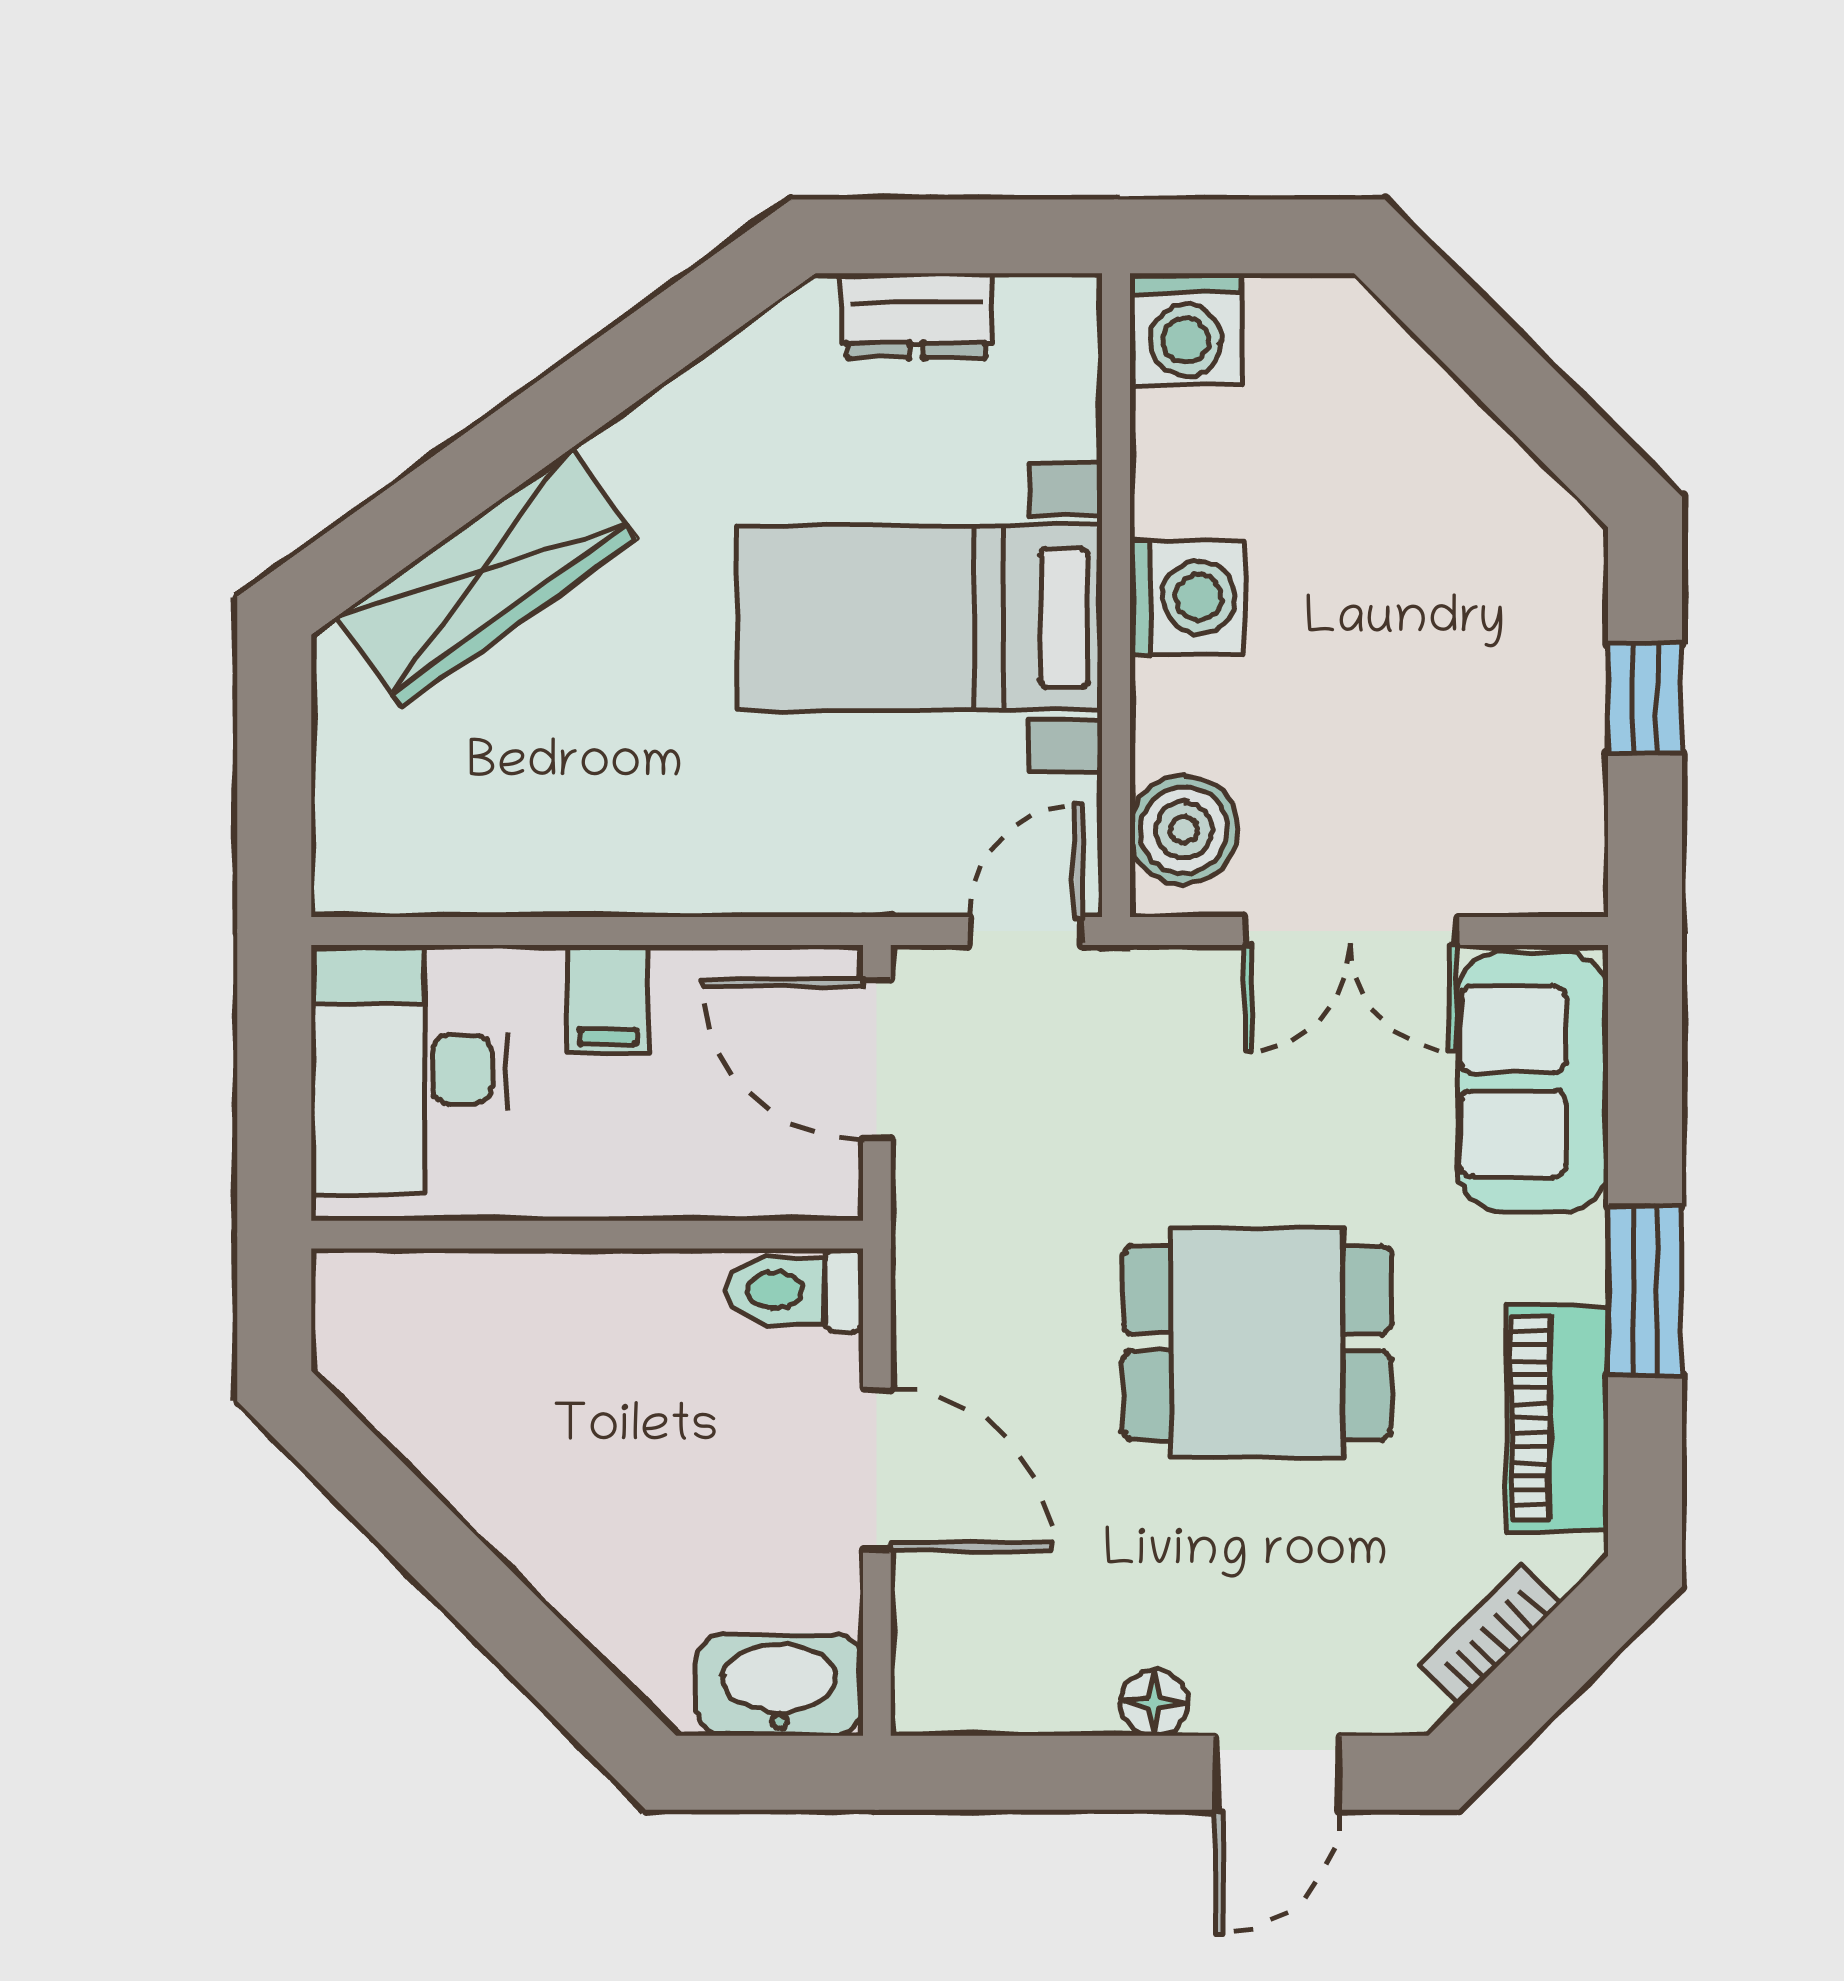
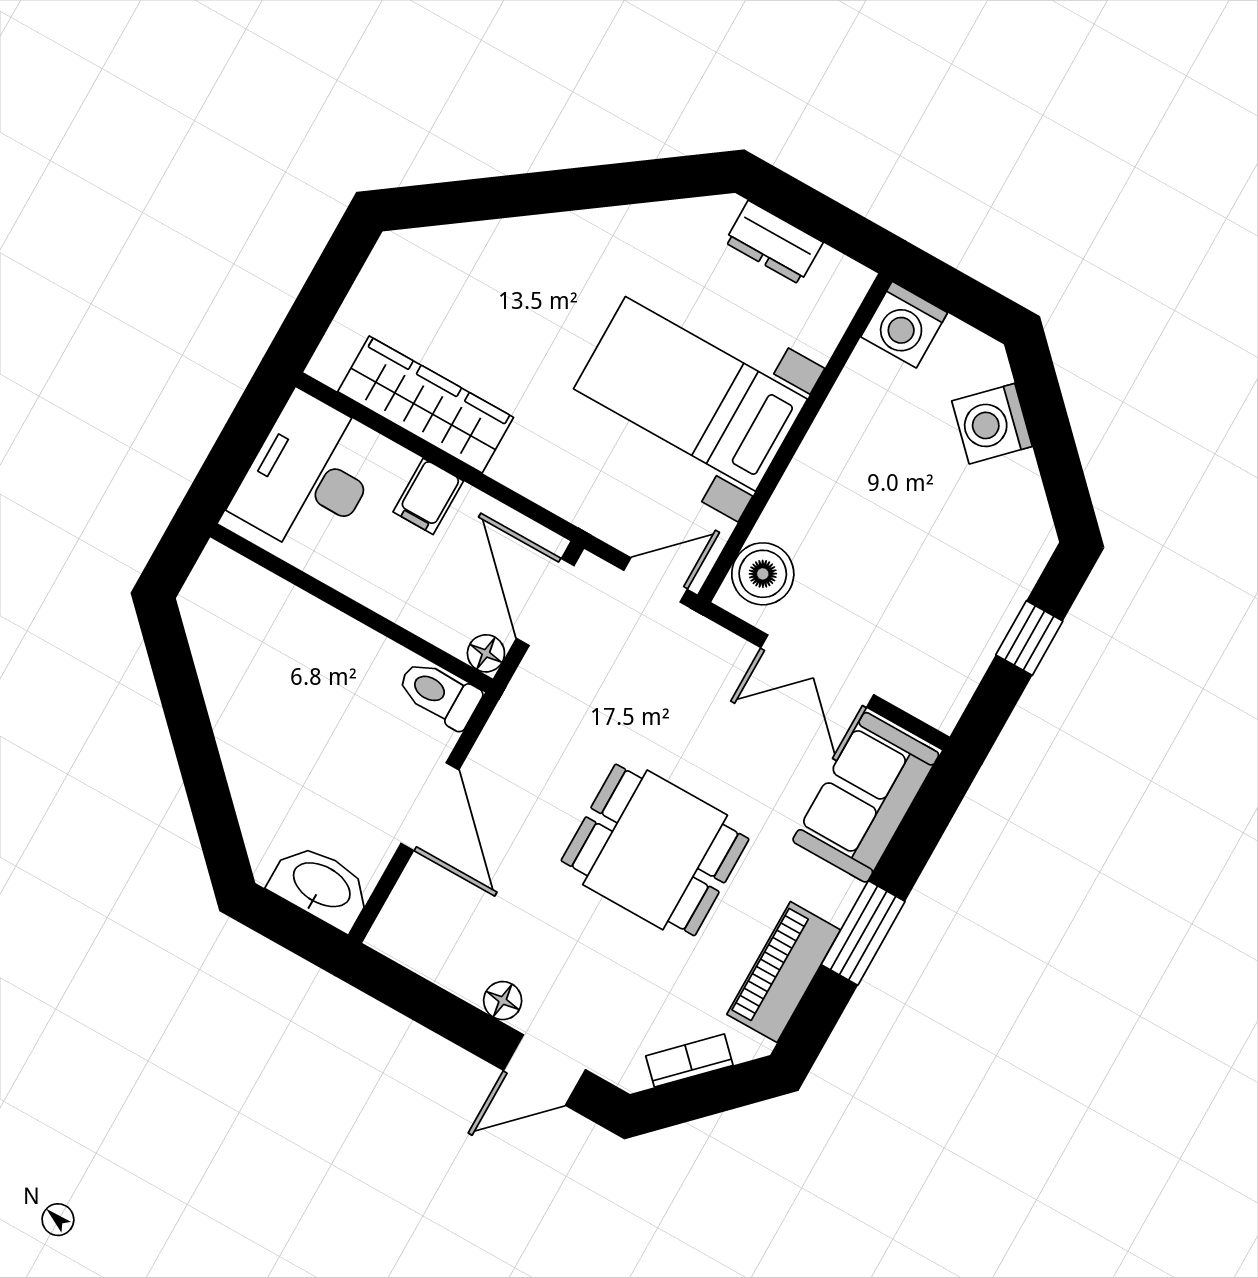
wardrobe: (487, 578) -> (426, 404), moved, turned -144
washing machine: (1187, 597) -> (992, 424), moved, turned 135
floor lamp: (831, 1188) -> (486, 653), added

